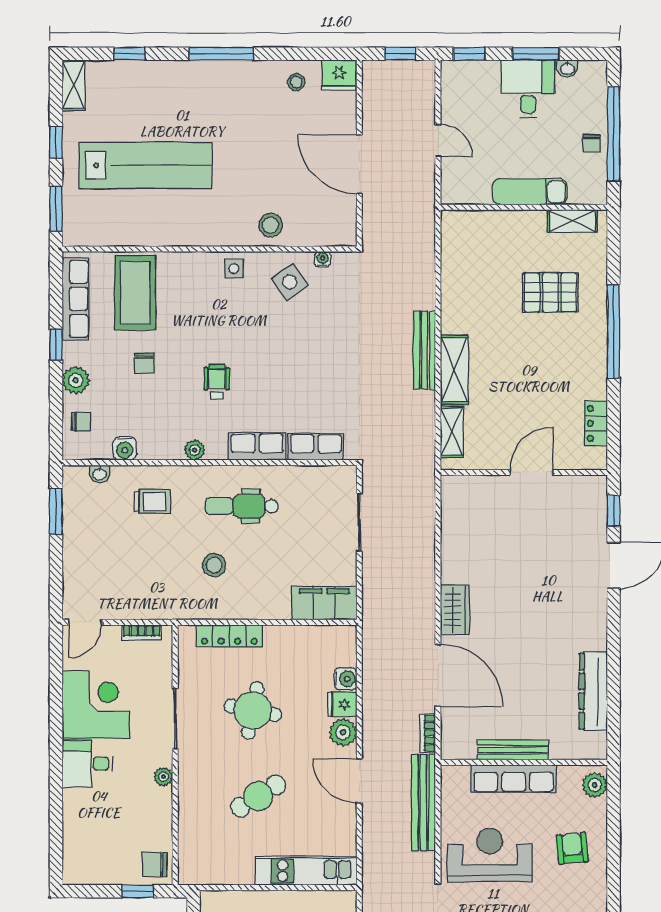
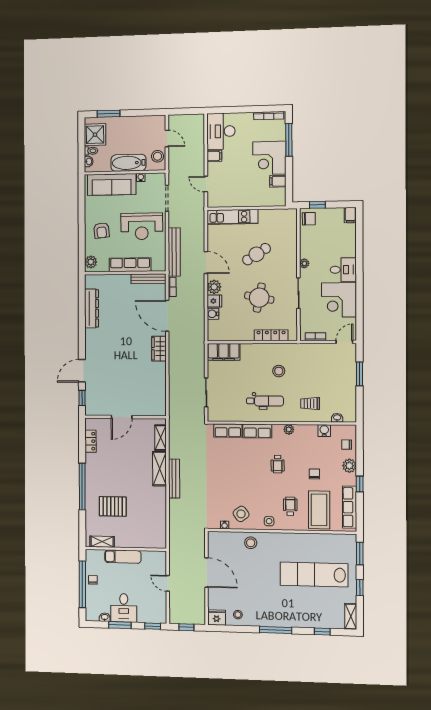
wheelchair: (192, 299) -> (290, 506), added
window: (56, 512) -> (359, 374), moved
bench: (513, 750) -> (149, 279), moved
filing cabinet: (73, 870) -> (350, 215), added

